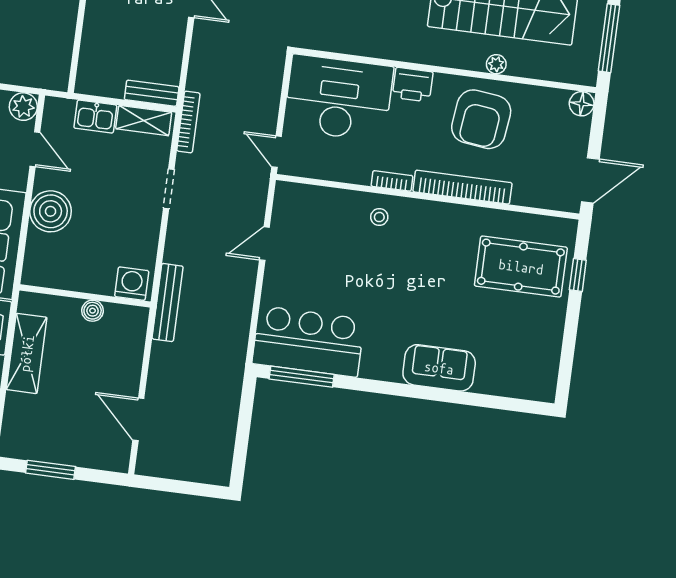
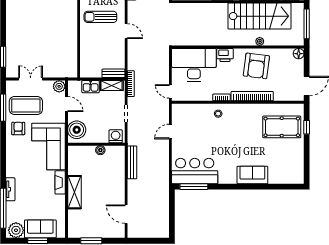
washing machine: (132, 284) -> (116, 136), moved
wall: (85, 296) -> (96, 144), moved
boiler: (93, 311) -> (100, 150), moved

